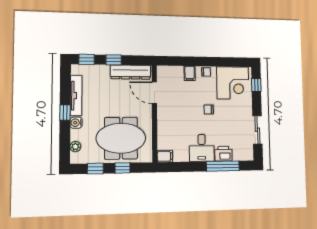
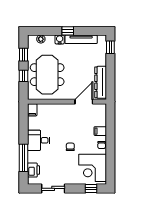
window: (114, 60) -> (110, 69), removed
printer: (223, 154) -> (34, 170), moved

